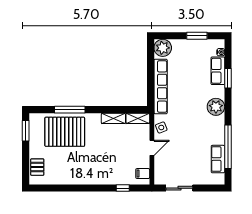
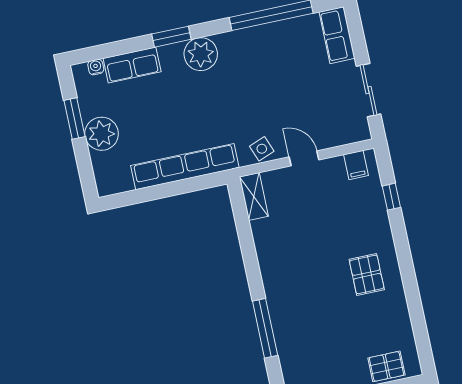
plant: (163, 48) -> (102, 134), moved
window: (228, 78) -> (171, 37), moved
shelving: (113, 118) -> (264, 243), removed
pallet: (65, 132) -> (367, 274), moved, width x0.49, depth x0.50
row of seats: (218, 159) -> (337, 35), moved, turned 90

